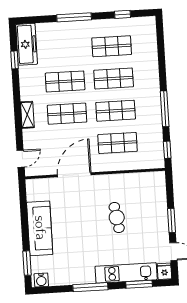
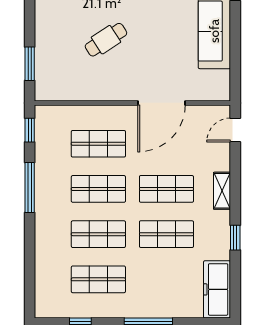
window: (15, 60) -> (235, 238), moved
cafe table: (117, 217) -> (106, 40), turned 66
window: (171, 220) -> (30, 64), moved

